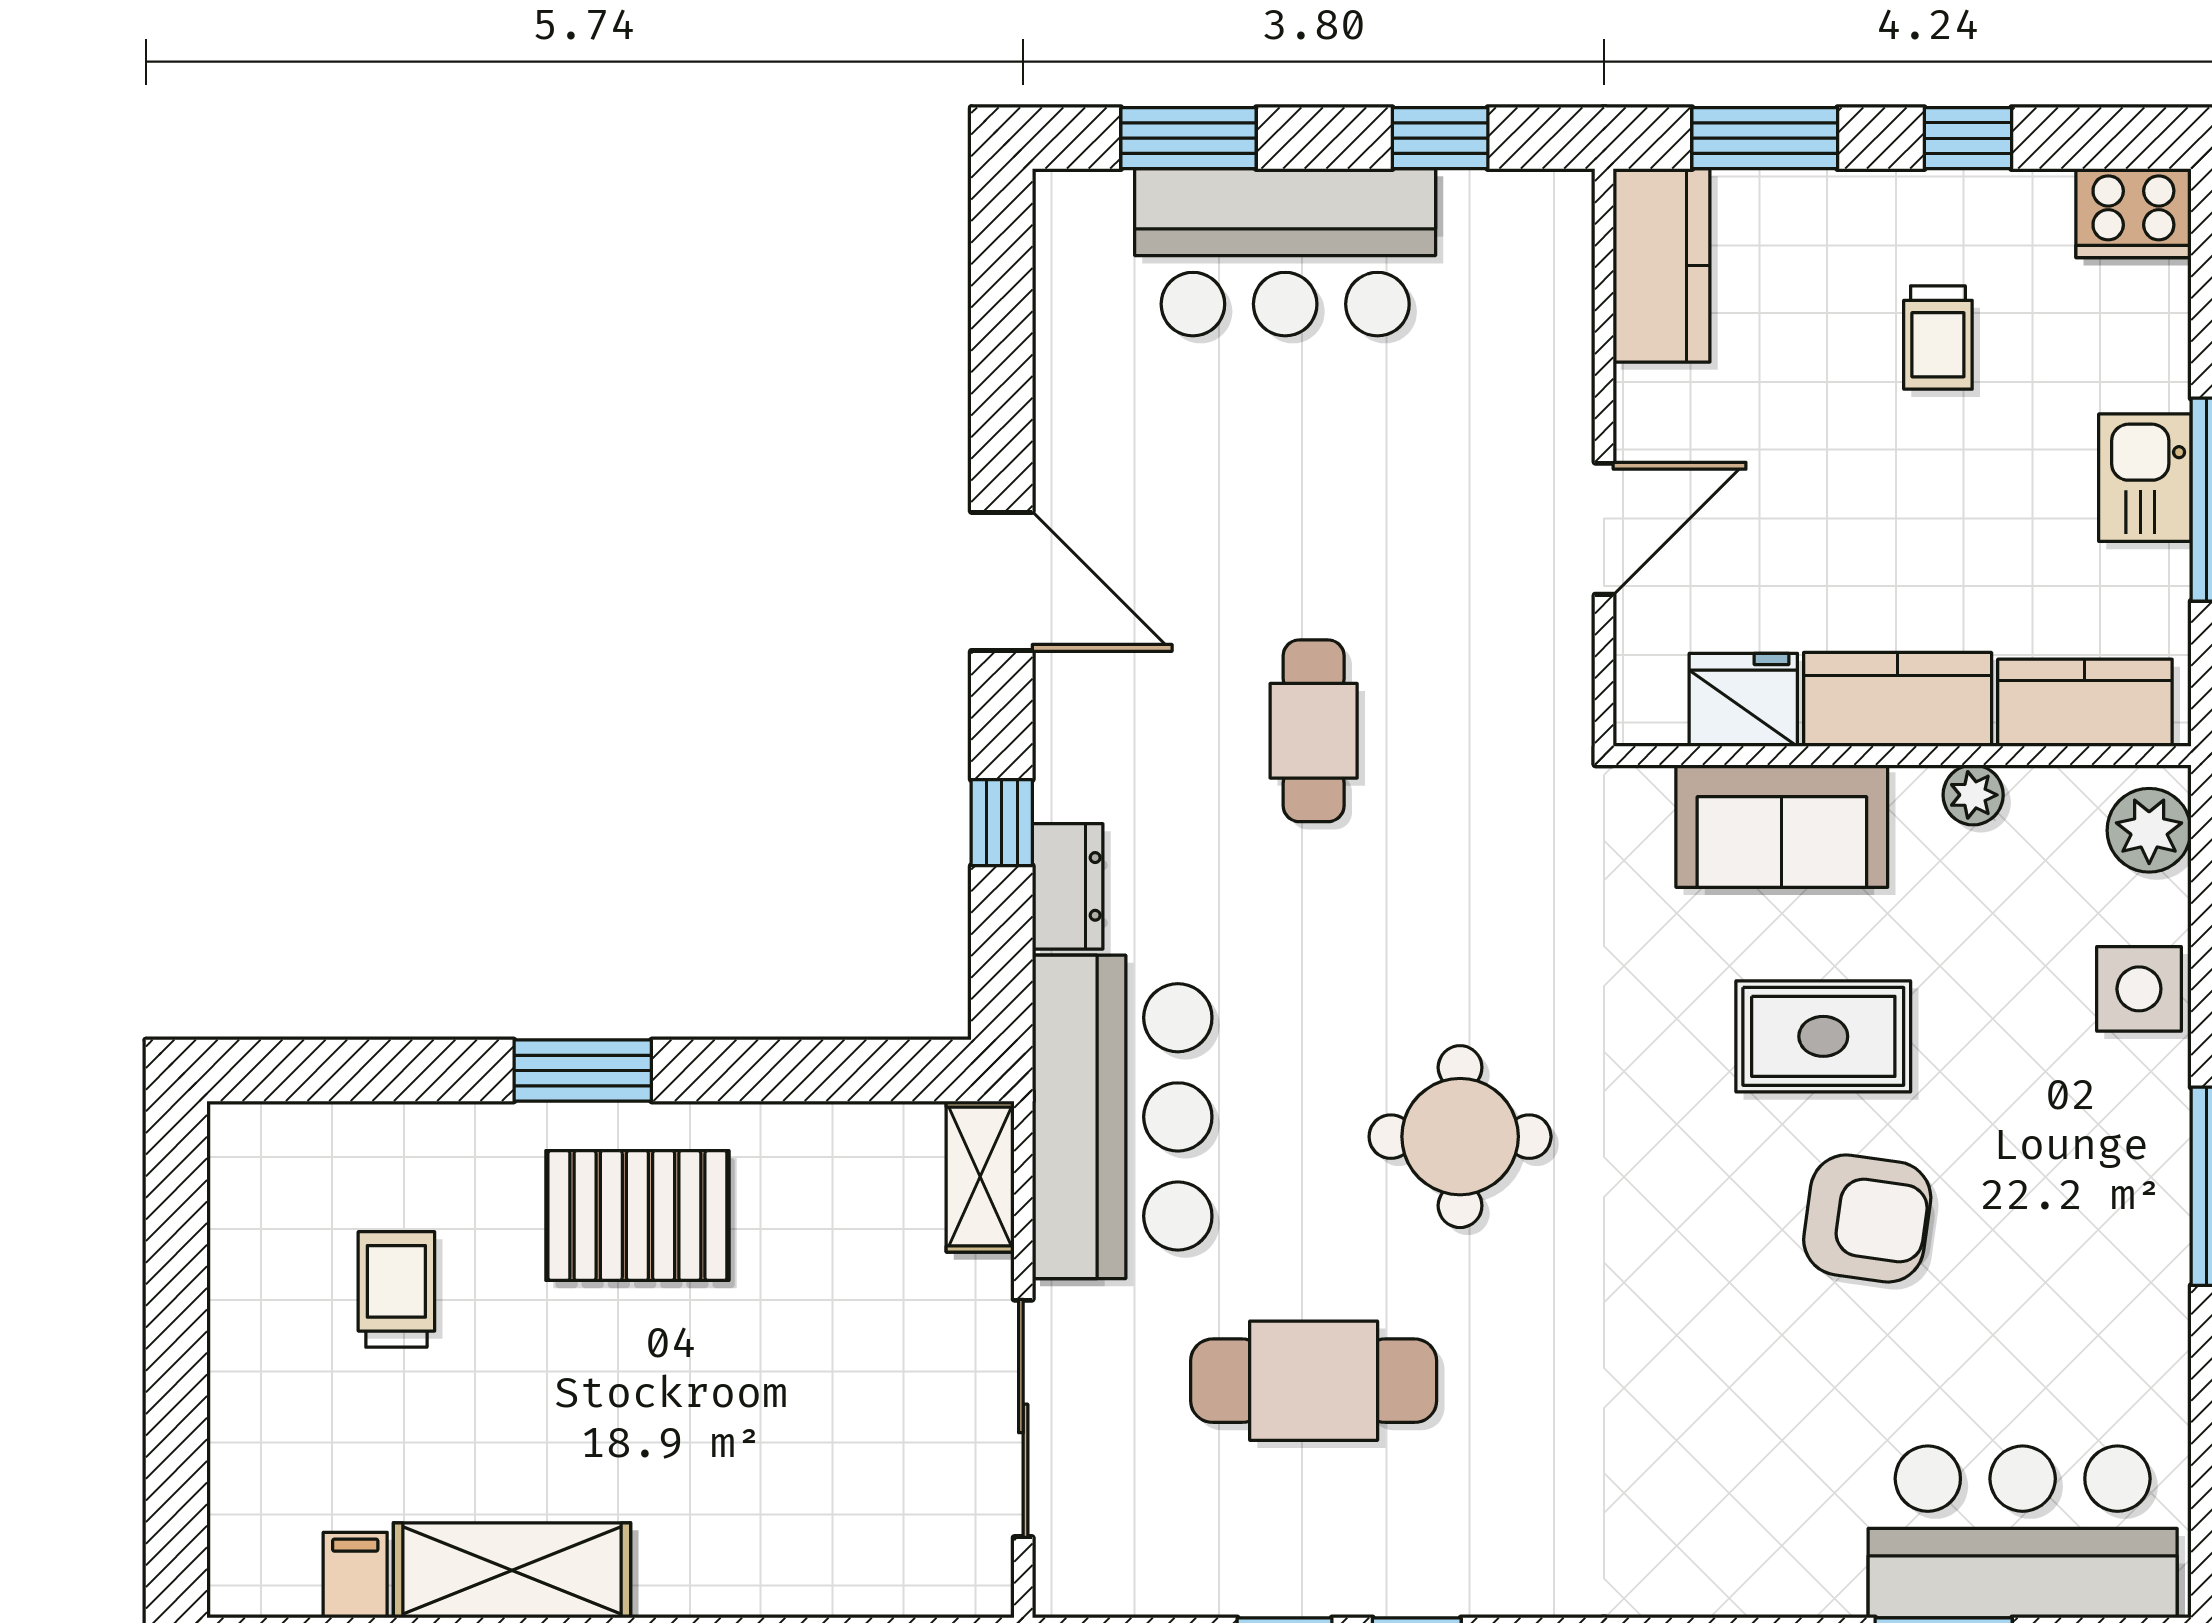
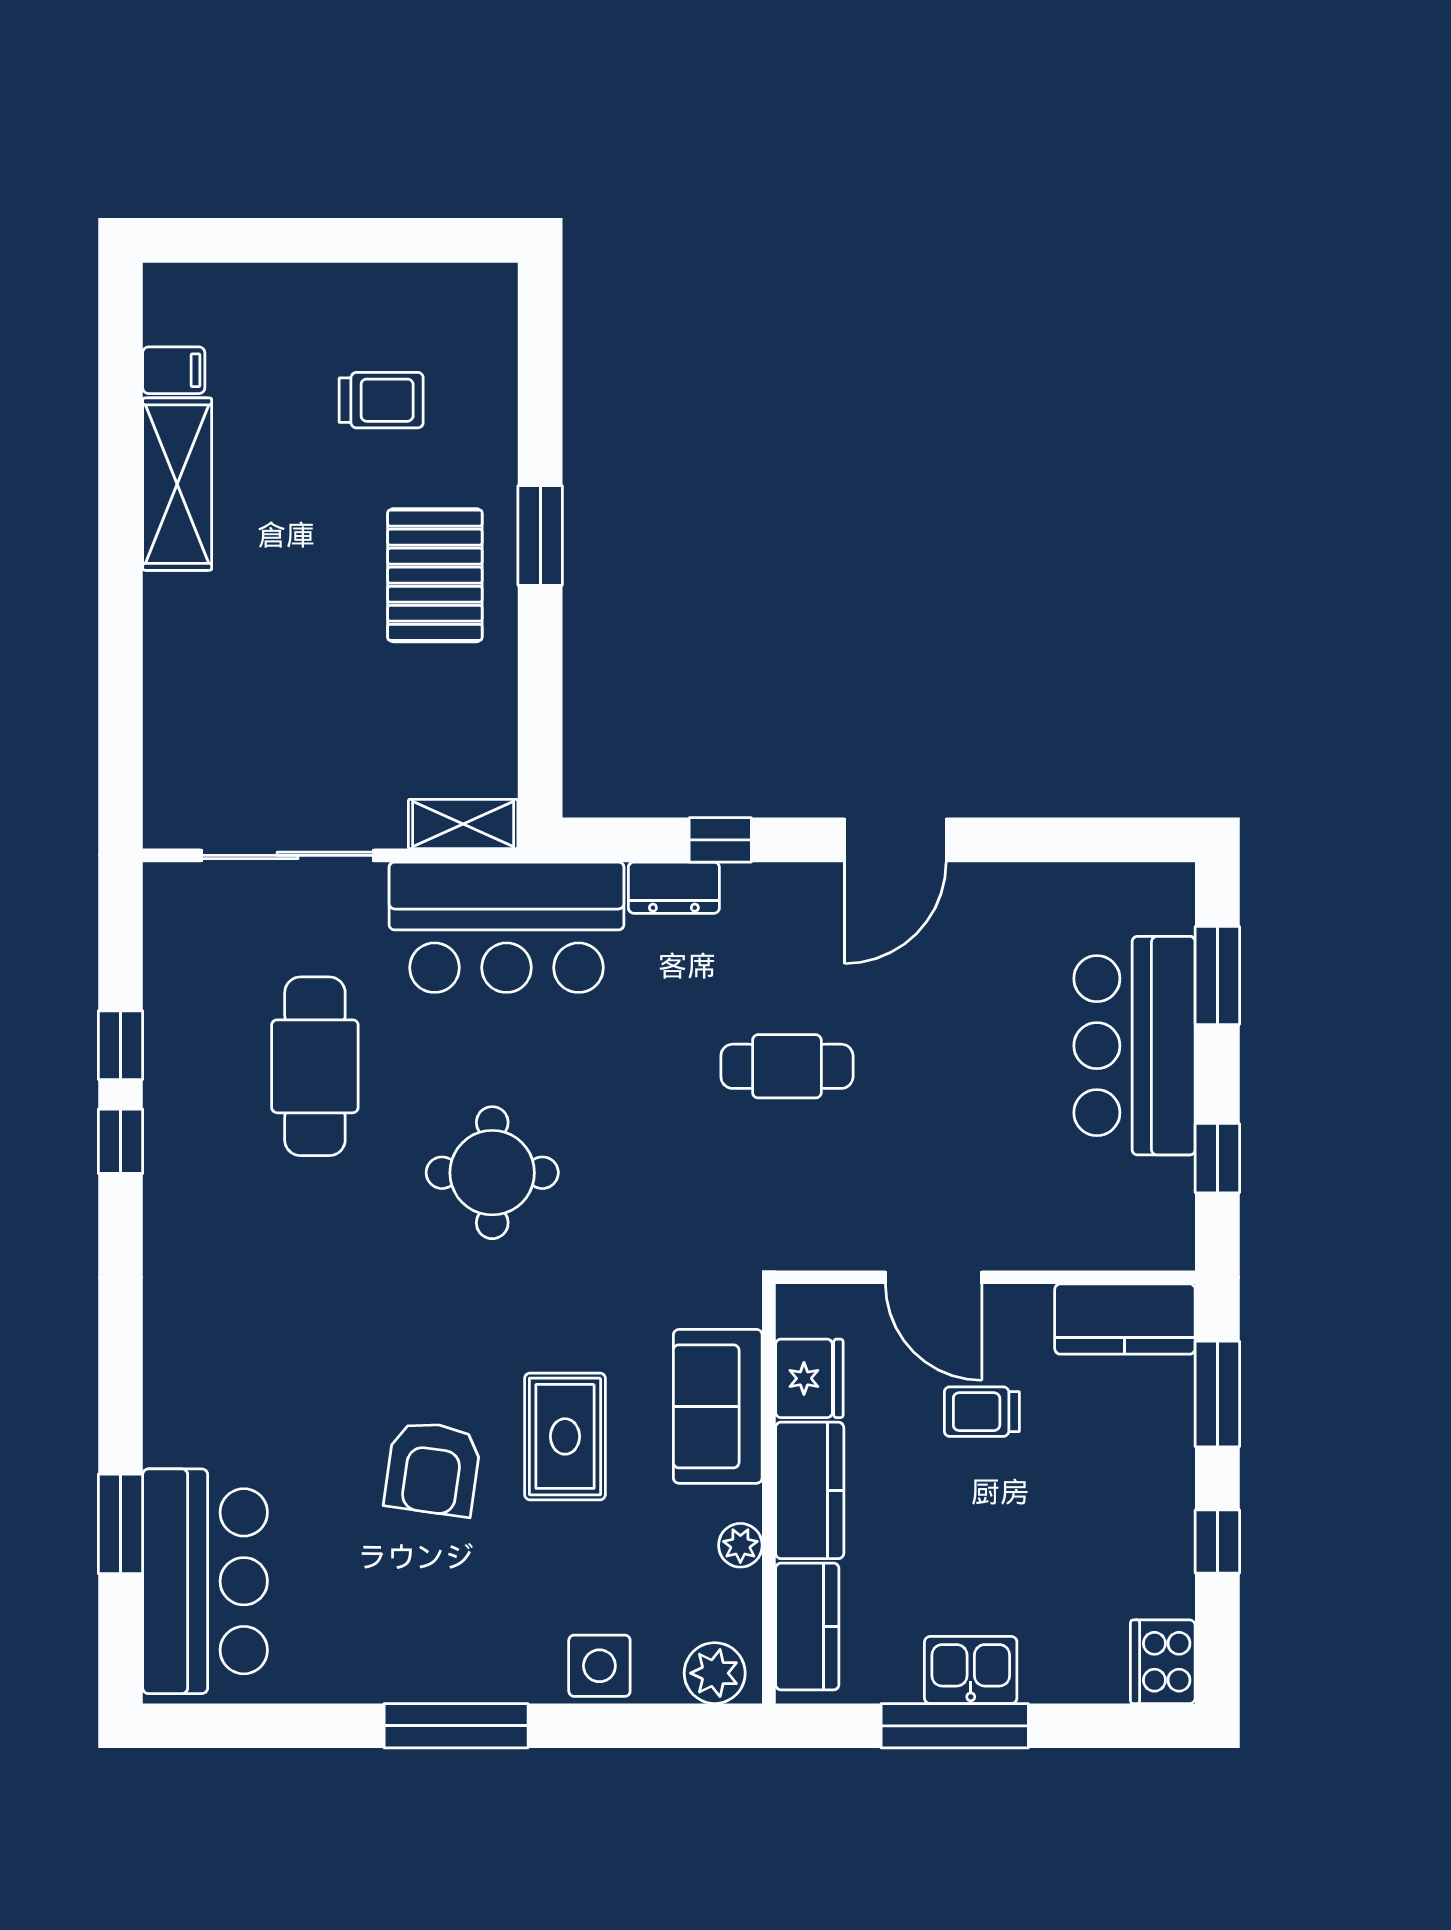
trolley: (1938, 338) -> (982, 1412), moved

